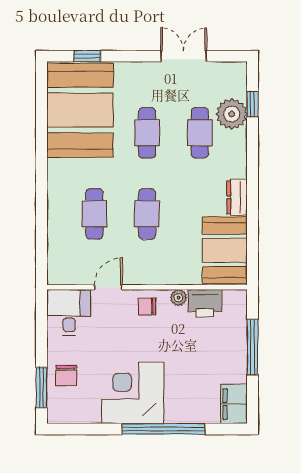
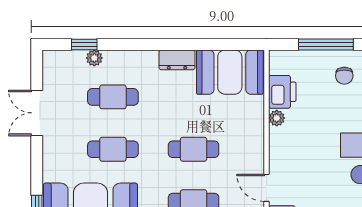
plant: (232, 114) -> (94, 58), width x0.53, depth x0.53
chair: (147, 307) -> (344, 76), moved

